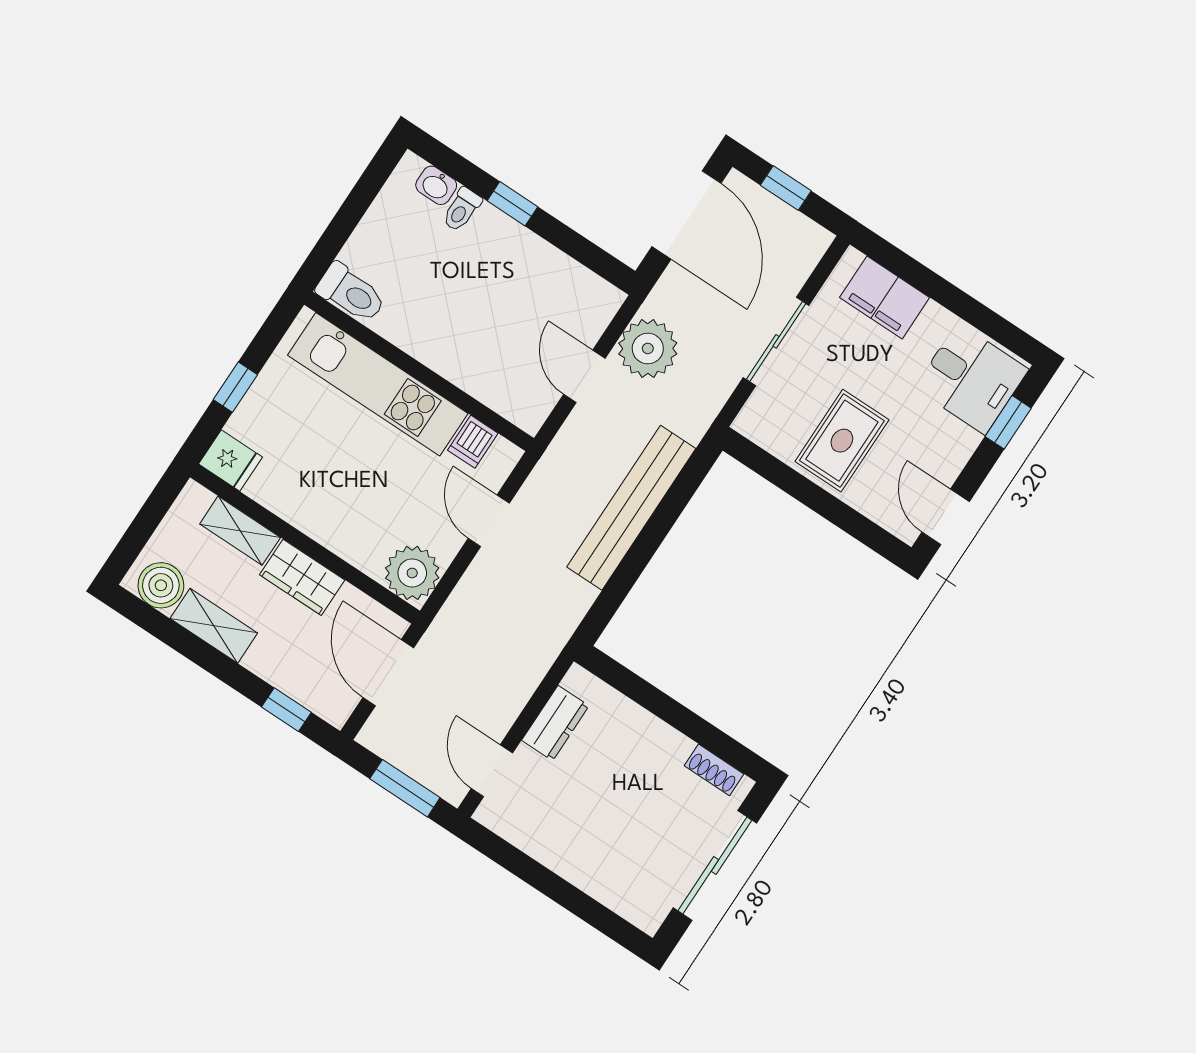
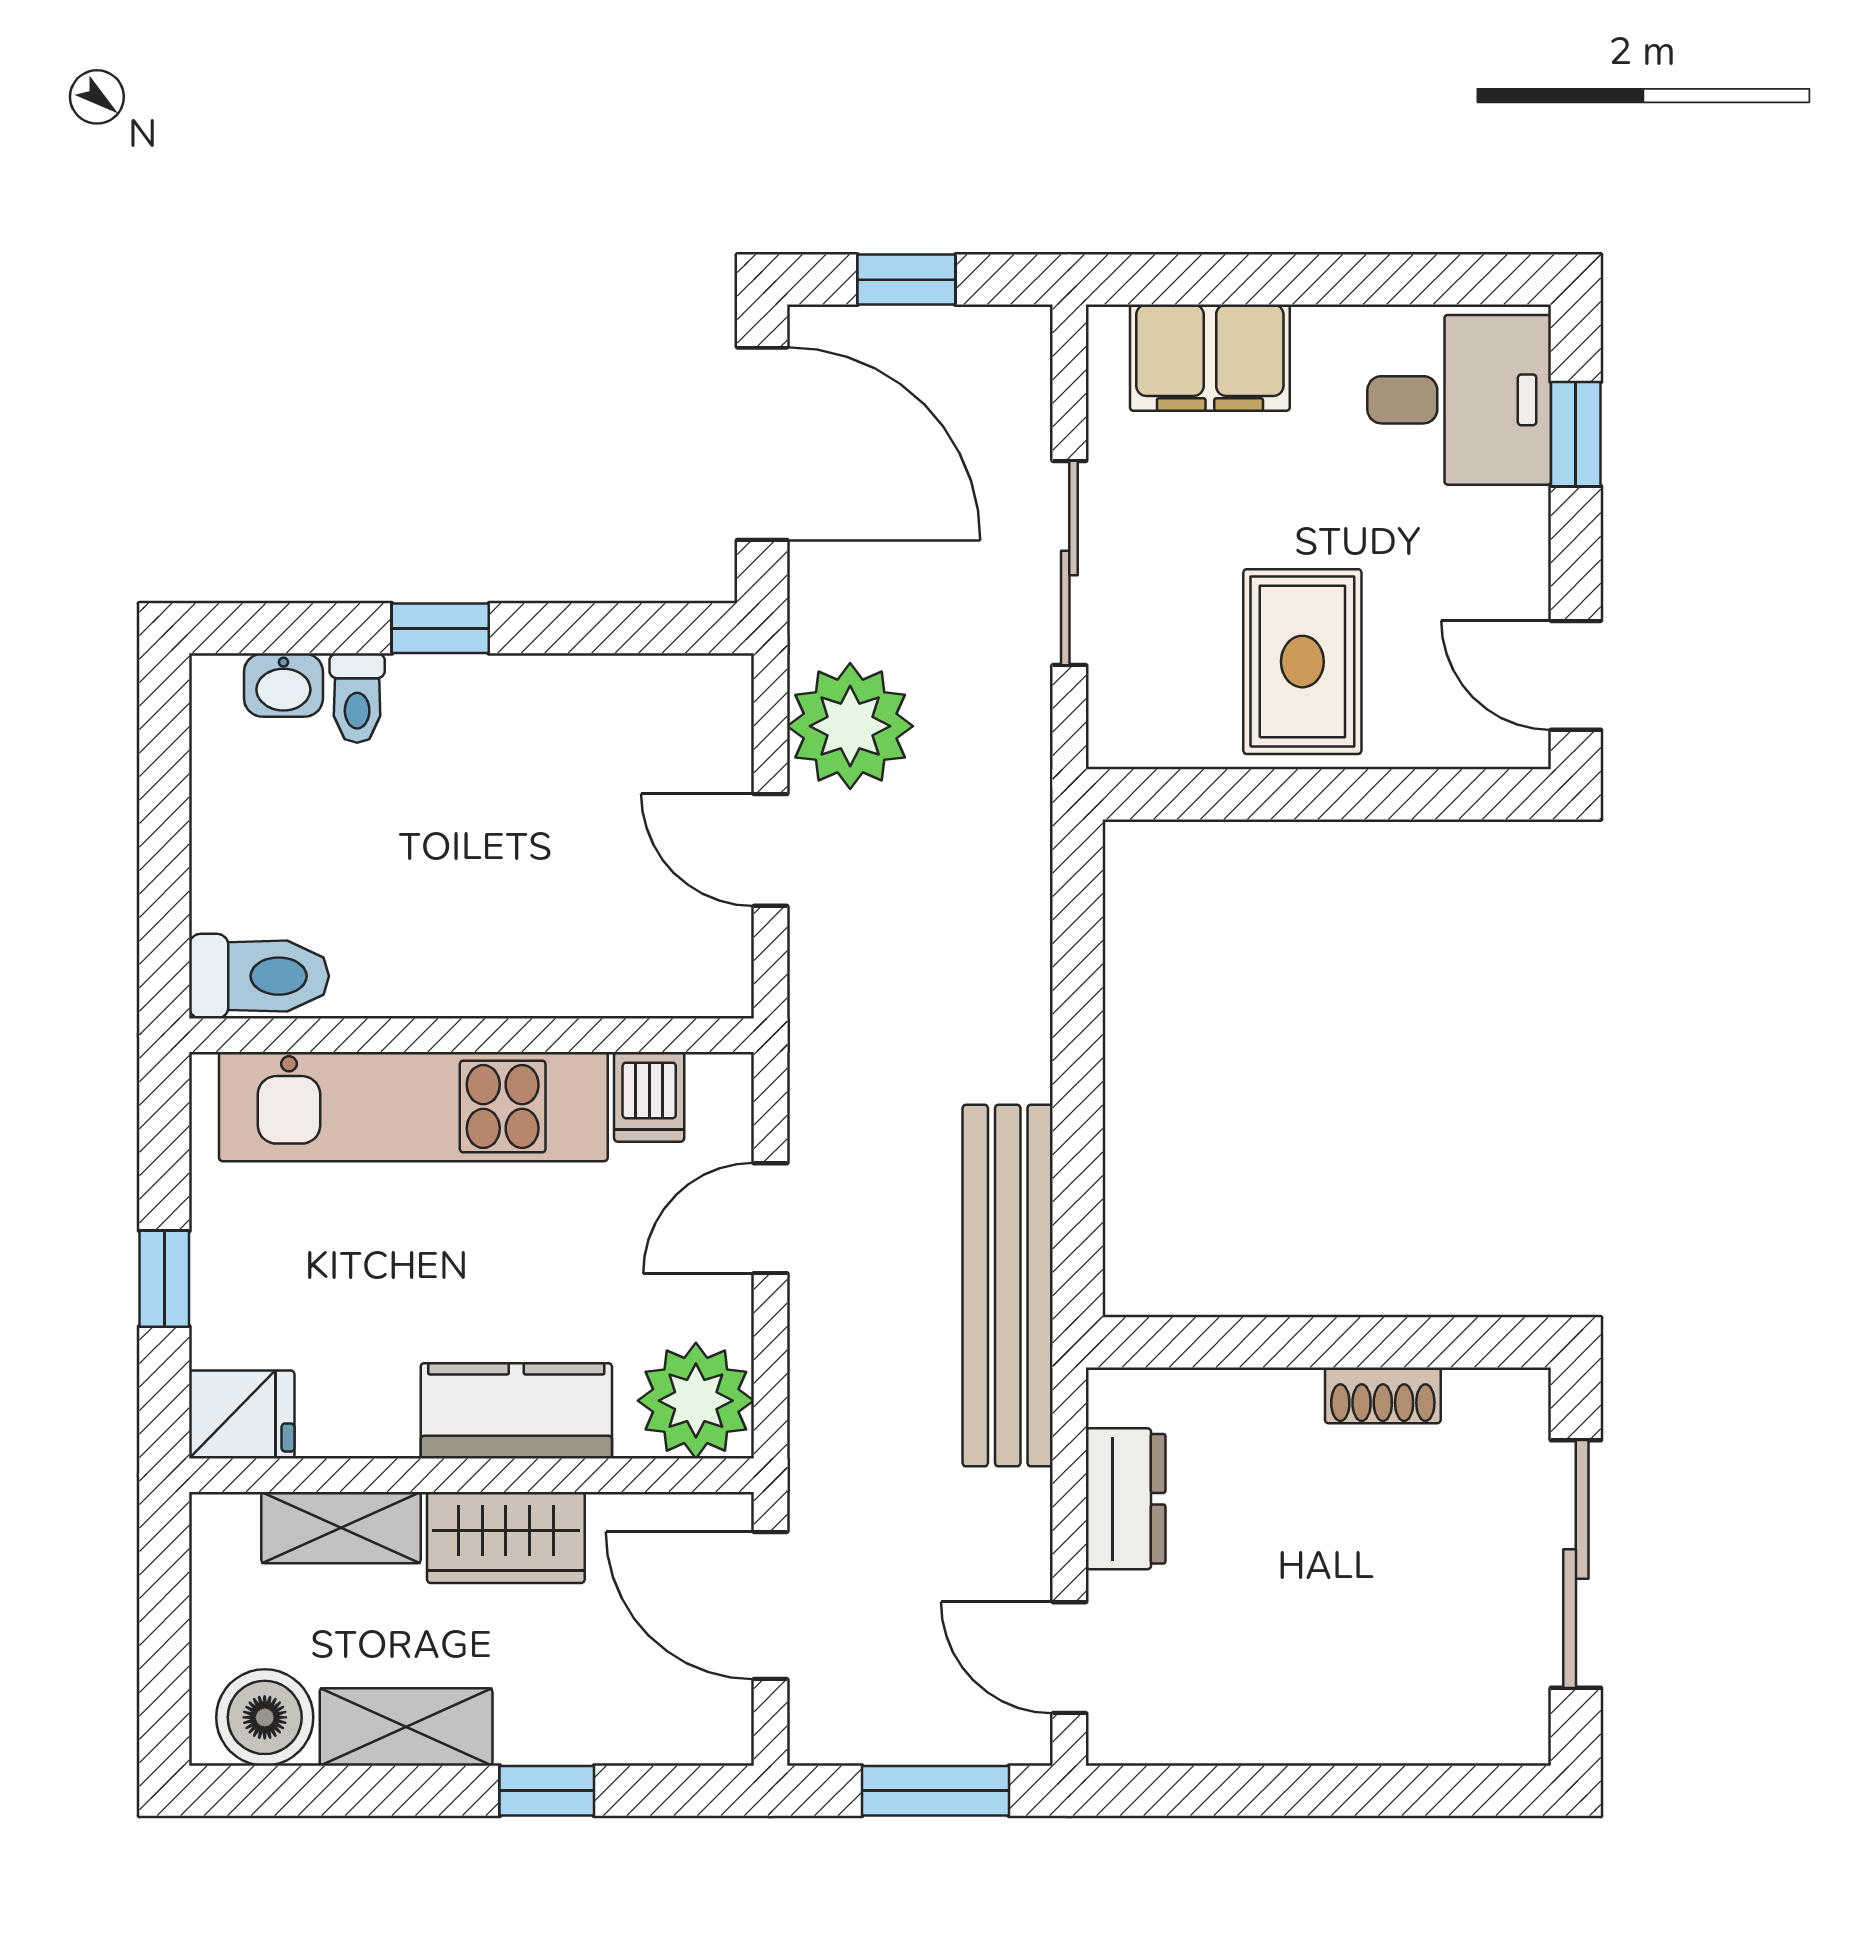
bench: (631, 508) -> (1008, 1286), moved
door: (489, 521) -> (770, 1218), hinge flipped
kitchen counter: (339, 530) -> (516, 1411), added
window: (286, 710) -> (547, 1791), moved
shoe rack: (714, 770) -> (1383, 1395), moved

